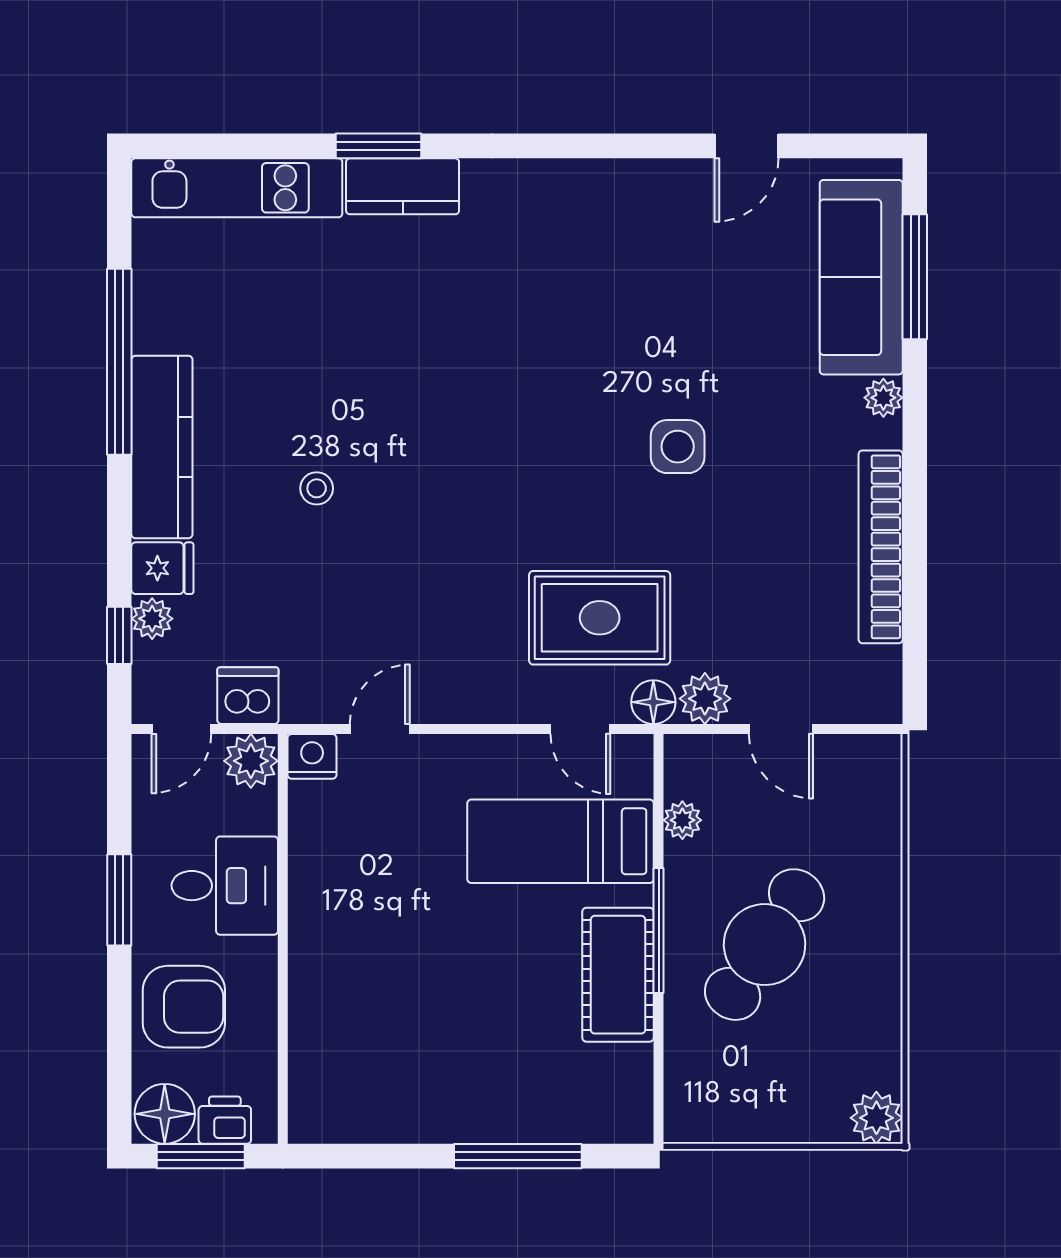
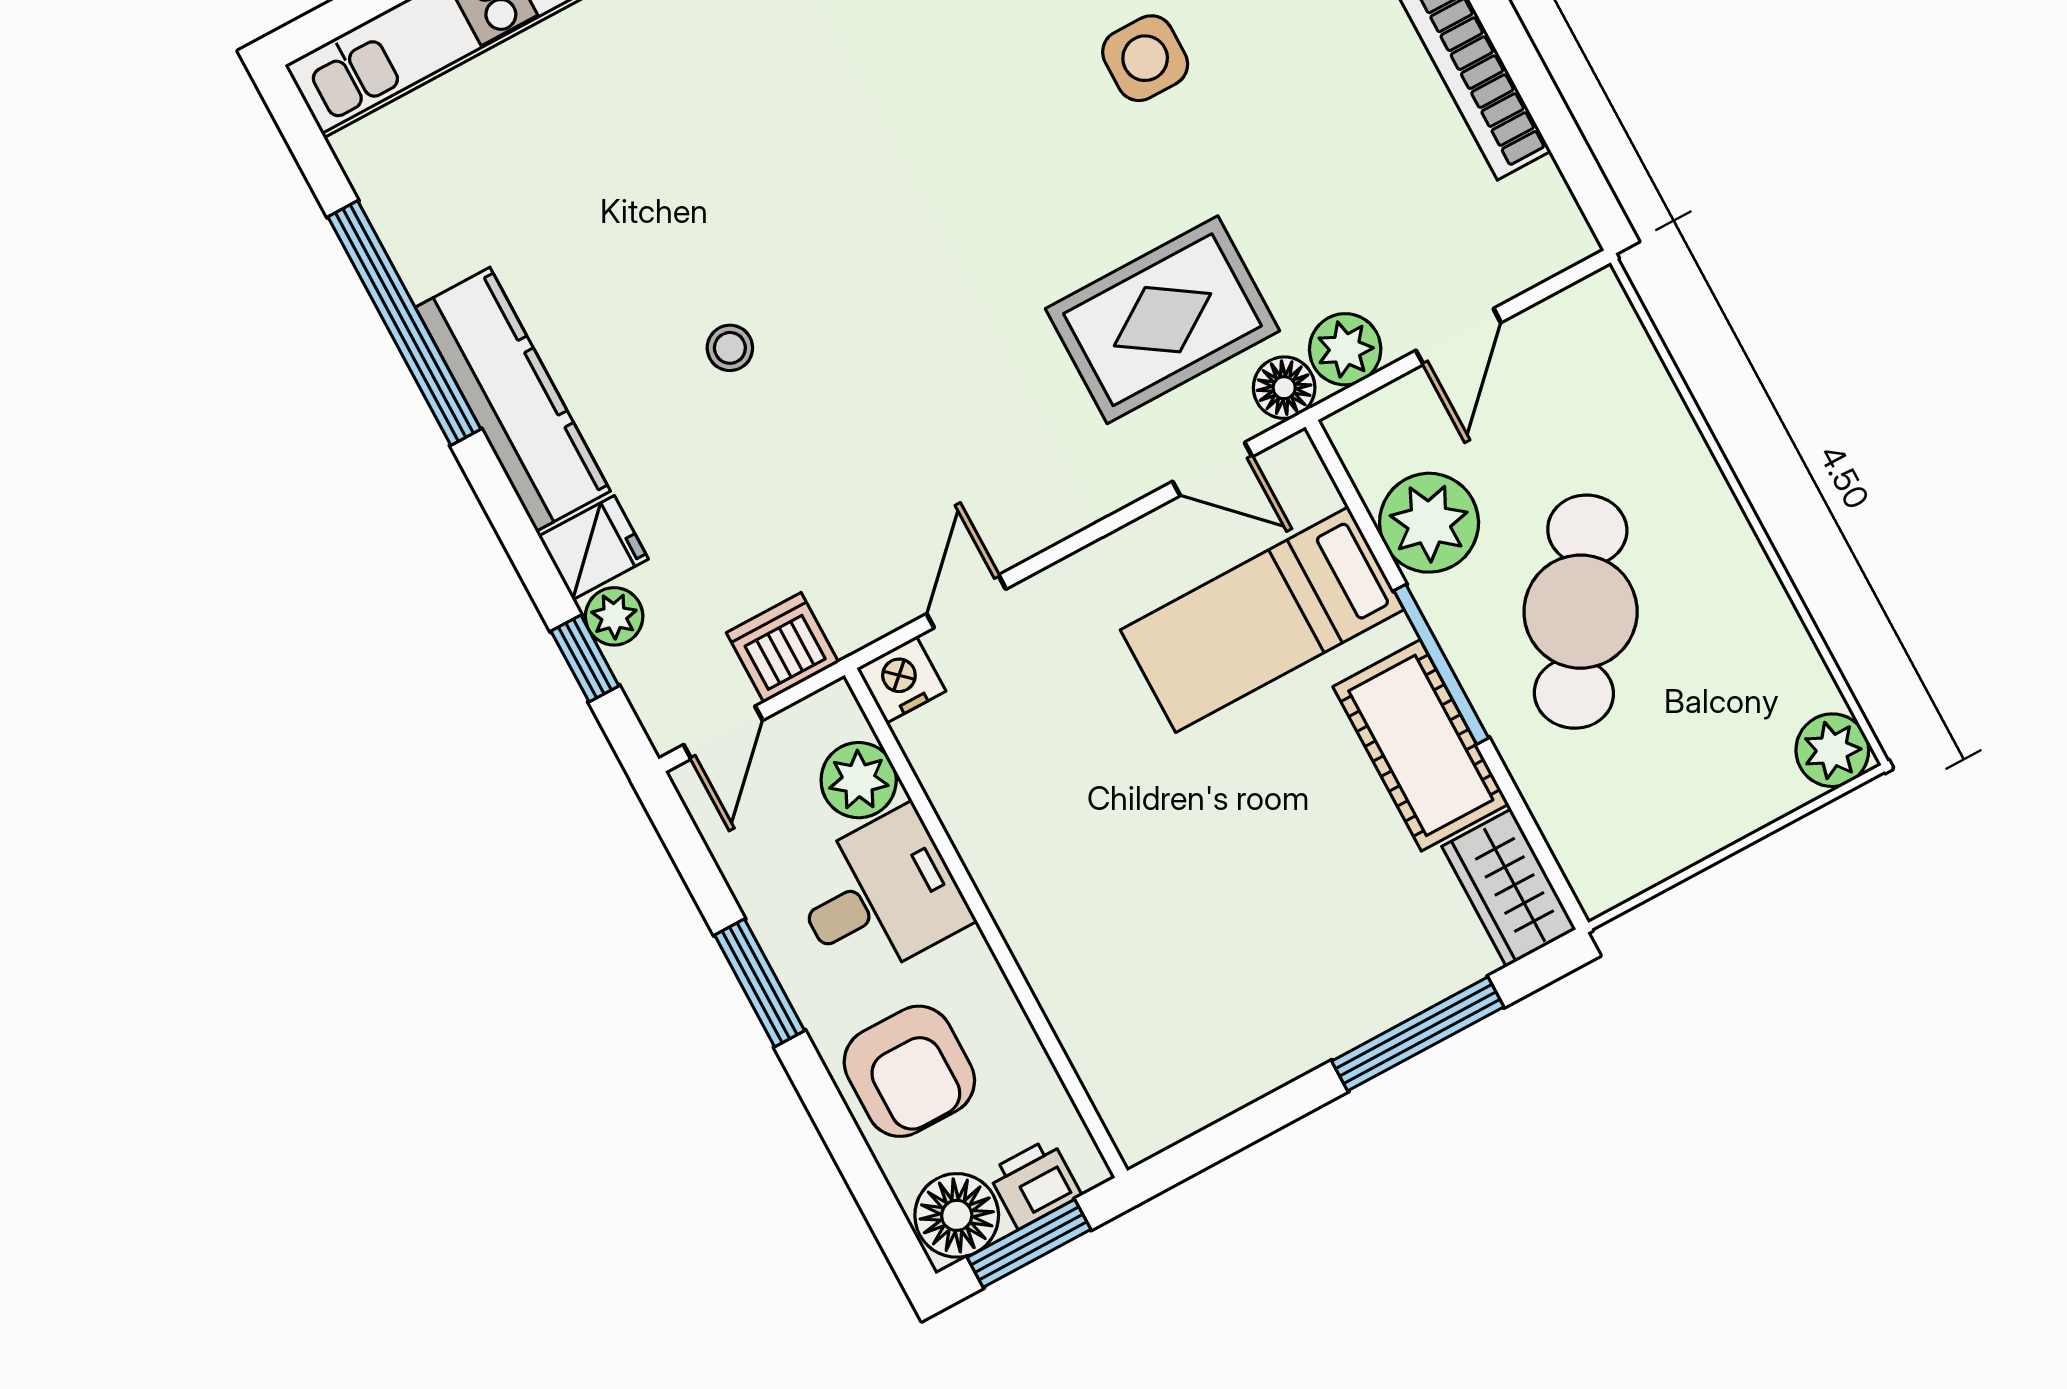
door: (781, 729) -> (1458, 336), hinge flipped
plant: (251, 761) -> (859, 780), moved
plant: (682, 820) -> (1429, 523), width x1.88, depth x1.88
armchair: (184, 1007) -> (909, 1071), turned 90
wardrobe: (625, 1095) -> (1509, 888), added

